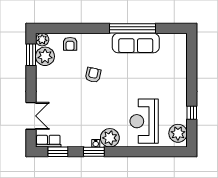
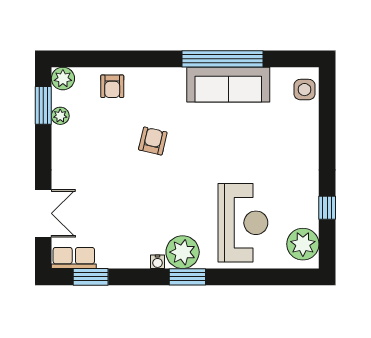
side table: (179, 46) -> (305, 90), added
plant: (45, 56) -> (60, 116), width x0.53, depth x0.53
reception desk: (144, 121) -> (243, 223), turned 180
window: (94, 152) -> (187, 277), moved

